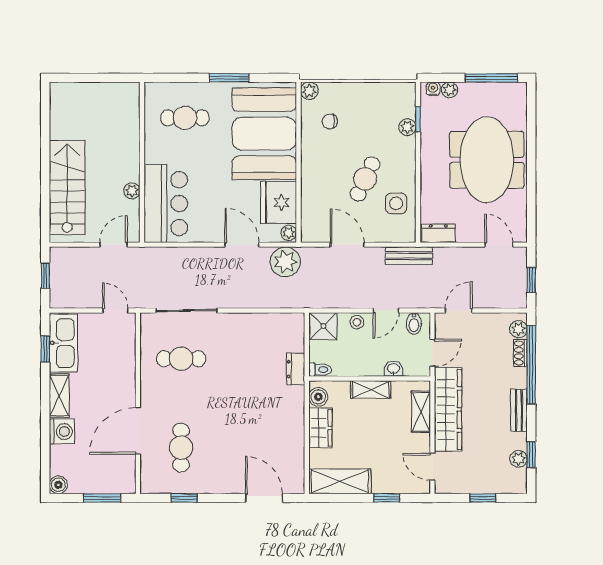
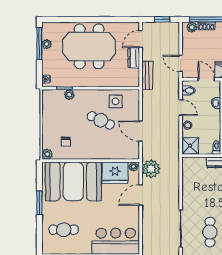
plant: (449, 90) -> (47, 44), moved
cafe table: (185, 118) -> (64, 230), turned 90
dresser: (438, 233) -> (134, 58), moved
door: (347, 245) -> (141, 131), hinge flipped
bench: (409, 256) -> (147, 75), moved

